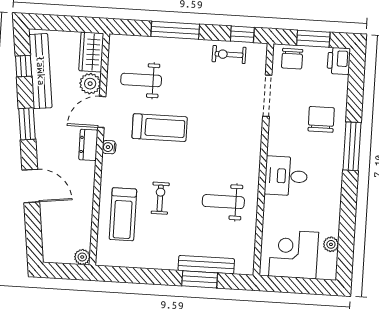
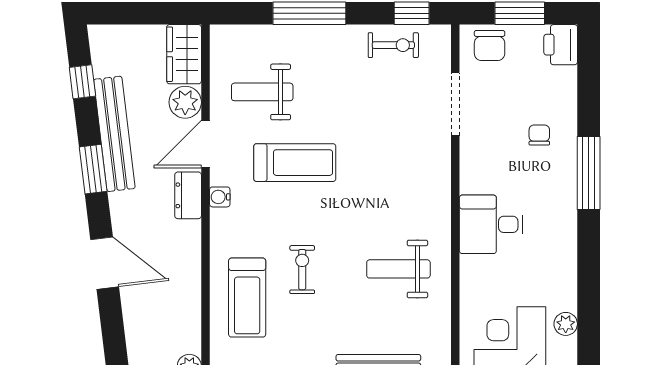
exercise bike: (229, 54) -> (393, 45), turned 180
bench: (41, 71) -> (114, 134), moved
chair: (321, 119) -> (539, 135), width x0.54, depth x0.54

